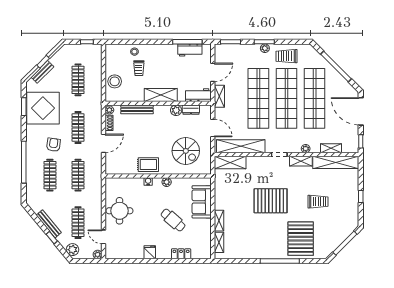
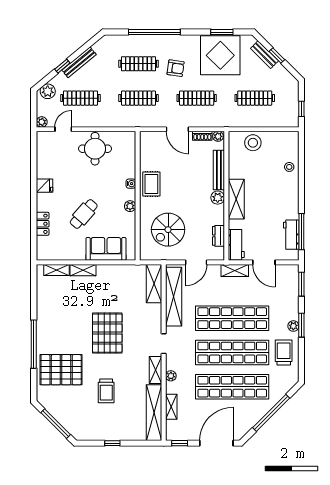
trolley: (139, 68) -> (269, 172), removed
plant: (176, 110) -> (218, 198), moved

